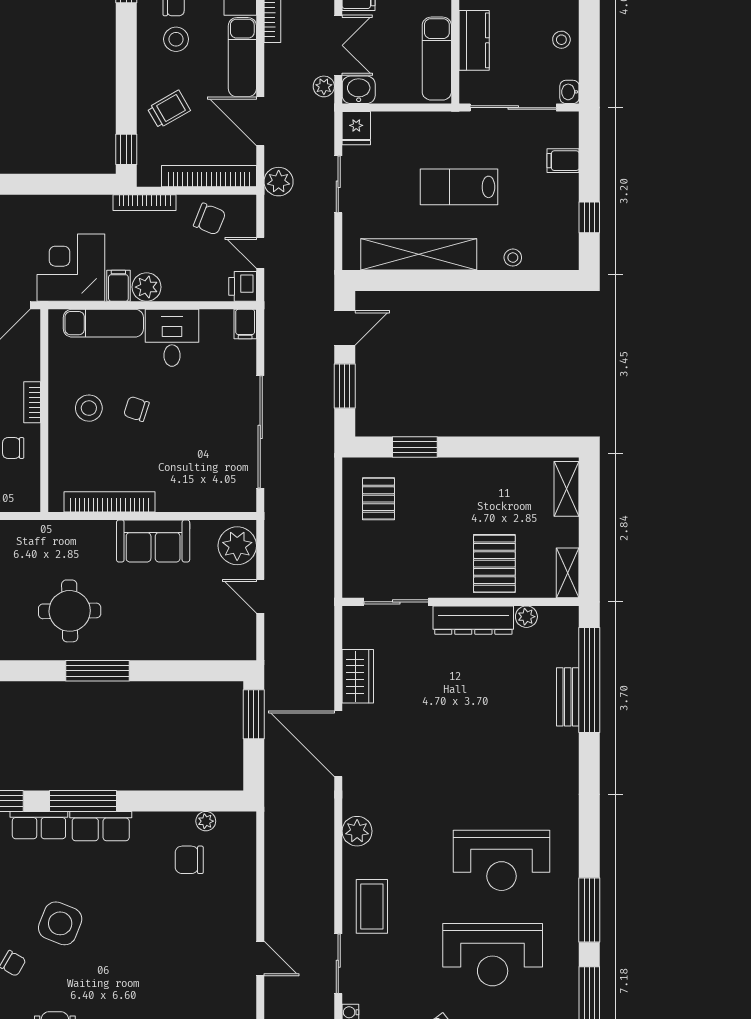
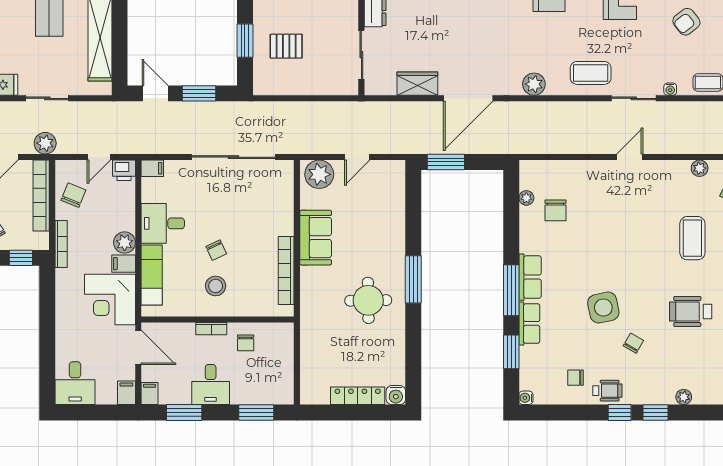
chair: (136, 409) -> (216, 250), turned -43
pallet: (378, 499) -> (286, 46), moved
side table: (60, 923) -> (603, 308), turned -34

